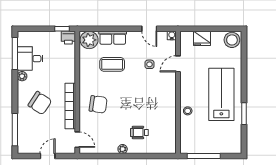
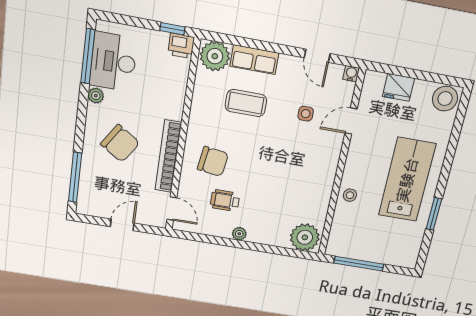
desk: (30, 59) -> (113, 62), width x1.37
wheelchair: (139, 132) -> (225, 200), moved
plant: (165, 144) -> (305, 237), added

